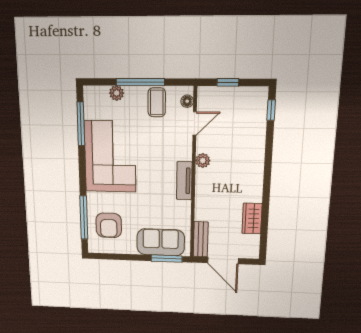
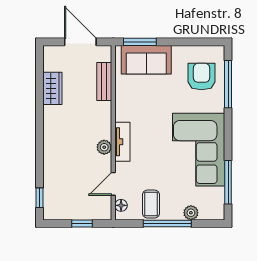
tv unit: (184, 181) -> (122, 142), moved
bench: (201, 239) -> (104, 82), moved

